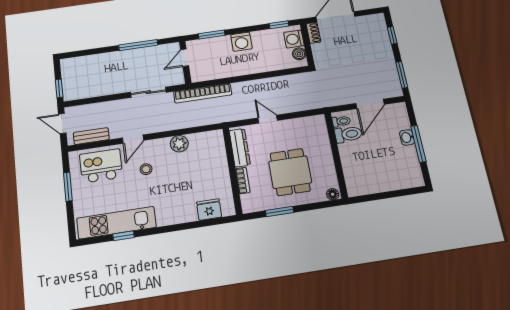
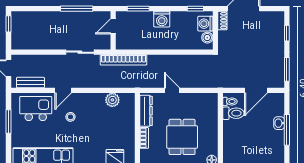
window: (59, 88) -> (8, 24), moved
plant: (179, 144) -> (112, 100), moved

